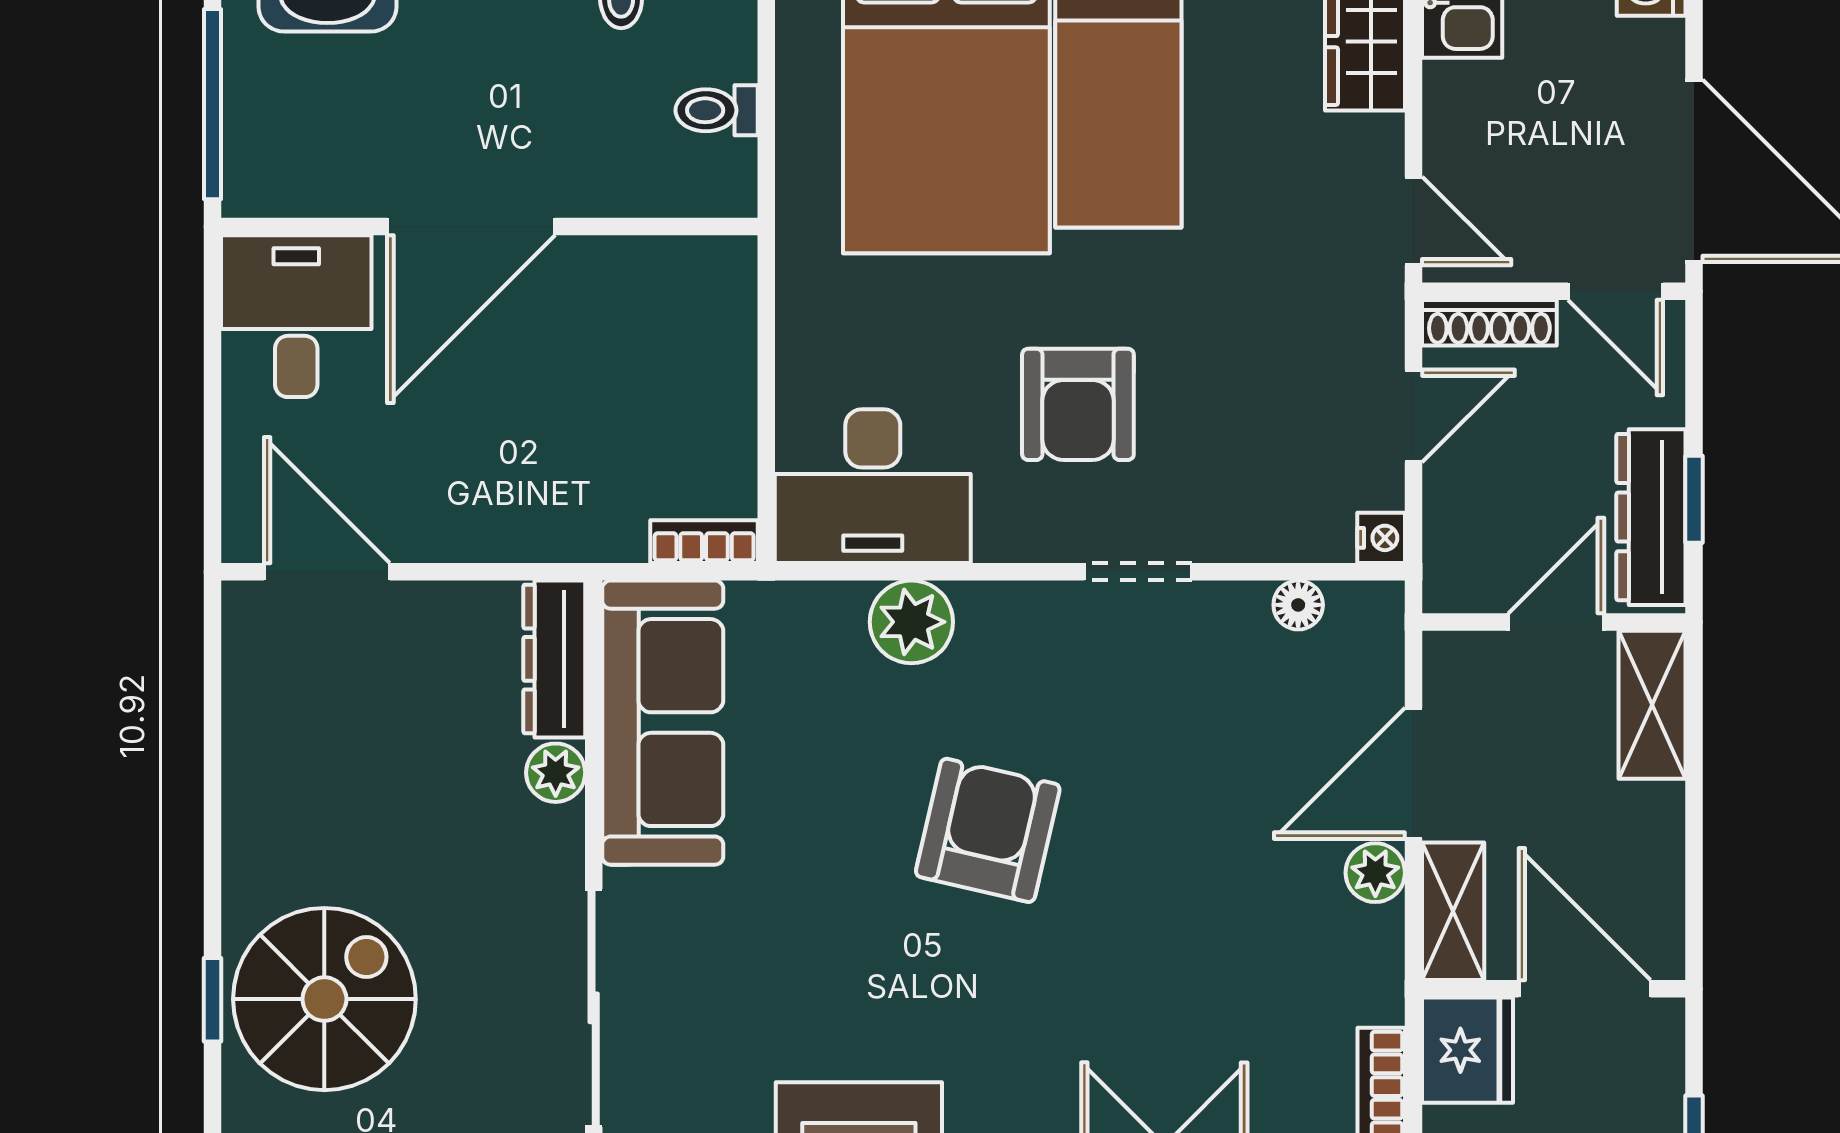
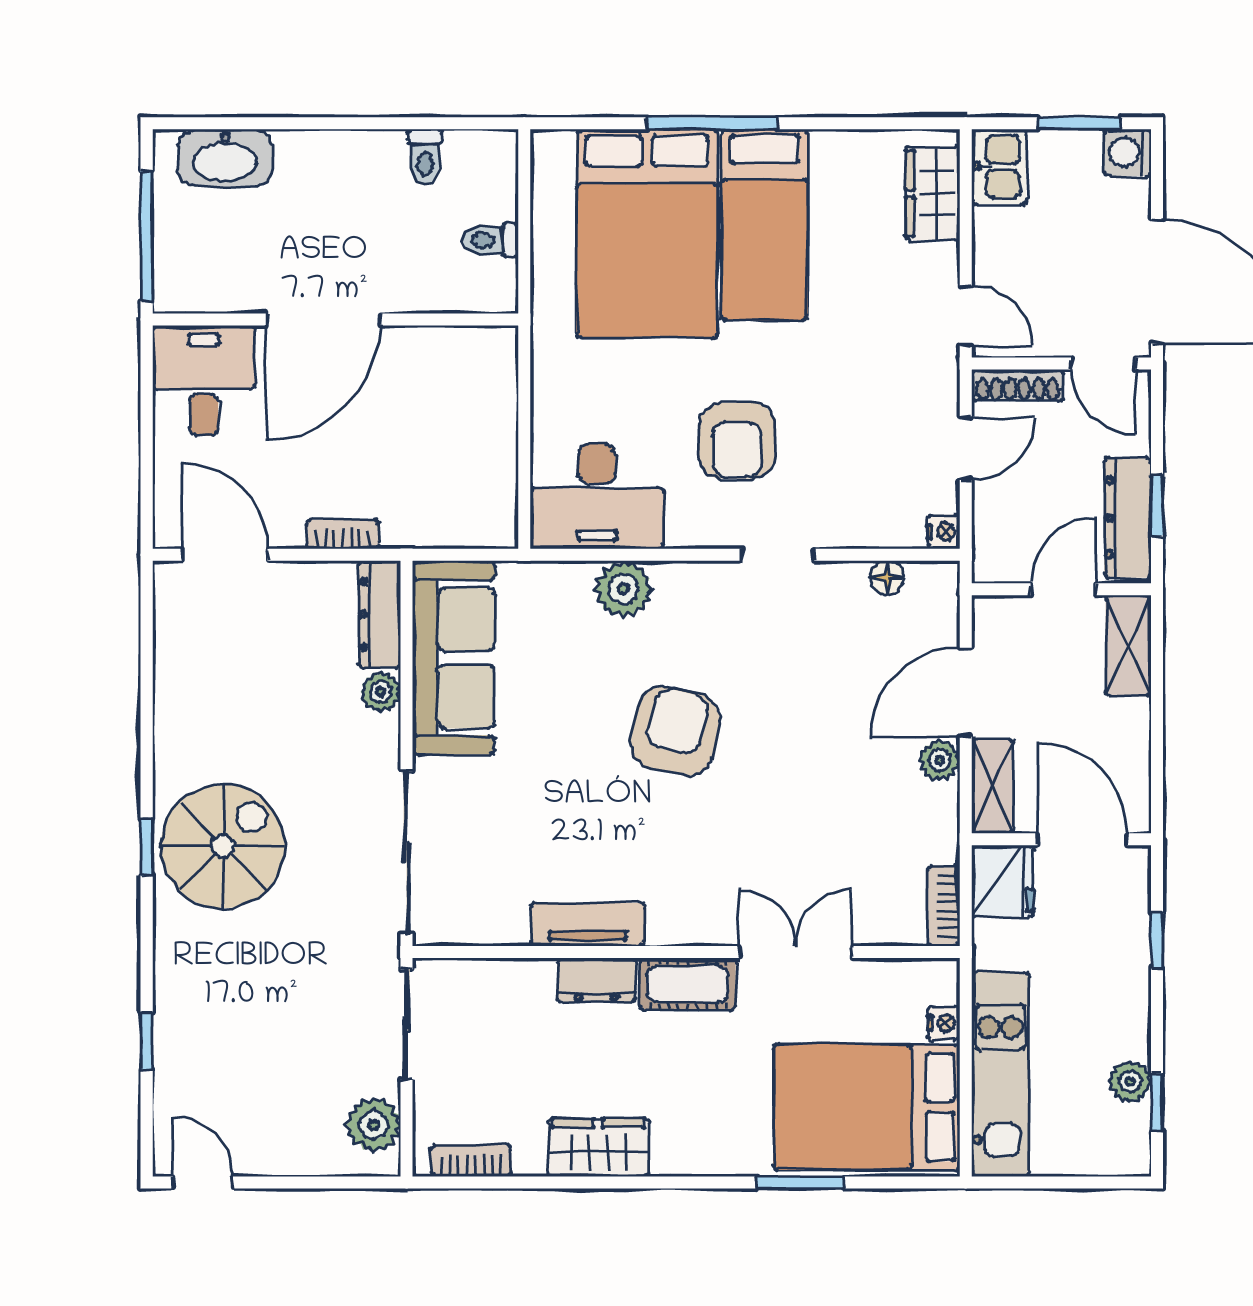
bookcase: (704, 542) -> (343, 534), moved

